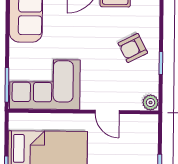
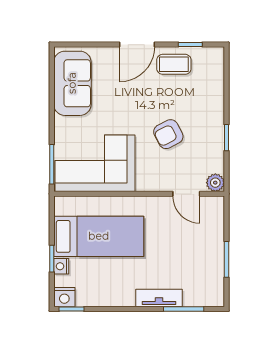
armchair: (133, 48) -> (168, 134), moved
door: (107, 112) -> (186, 194), moved

